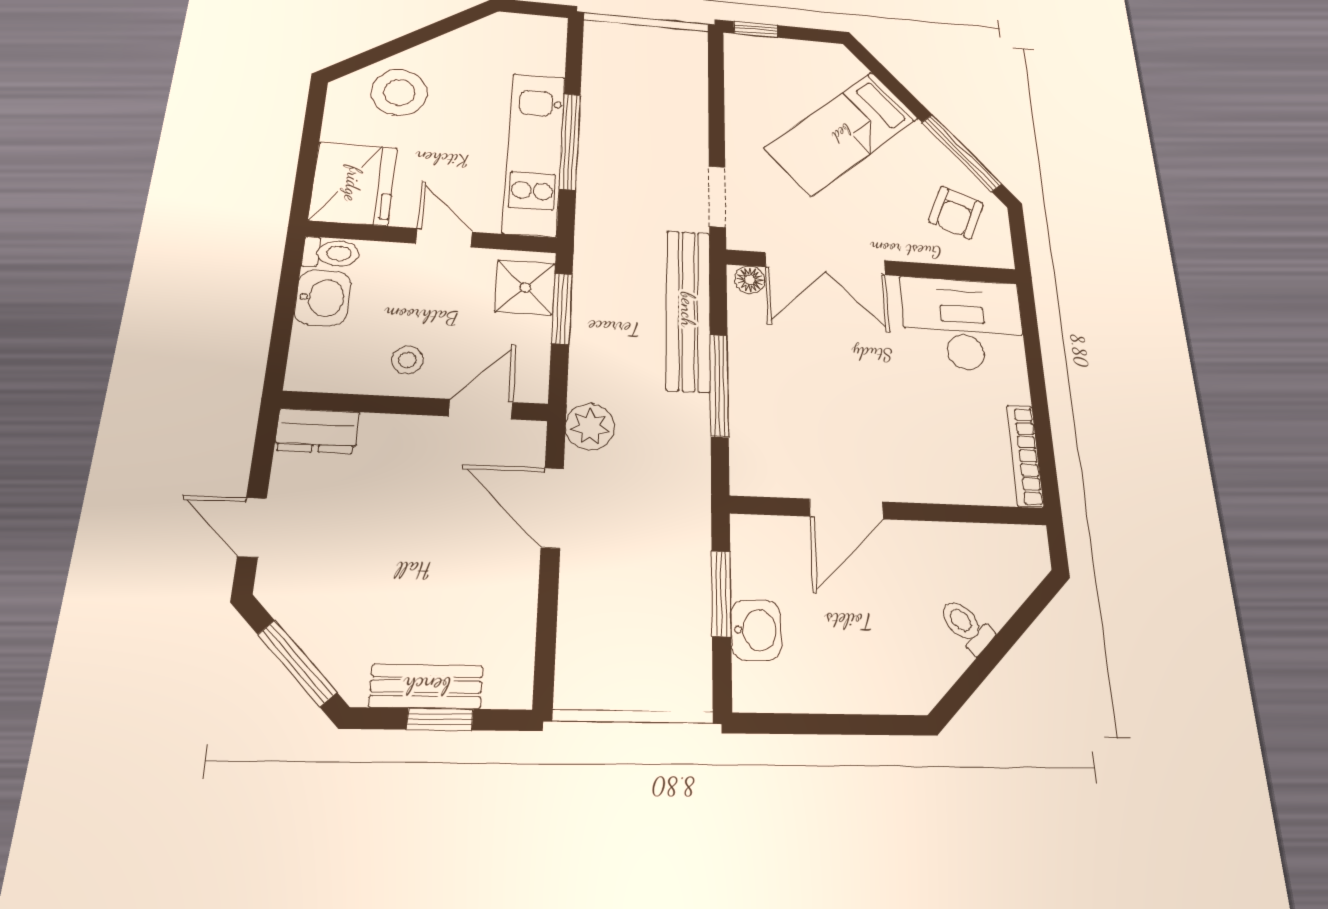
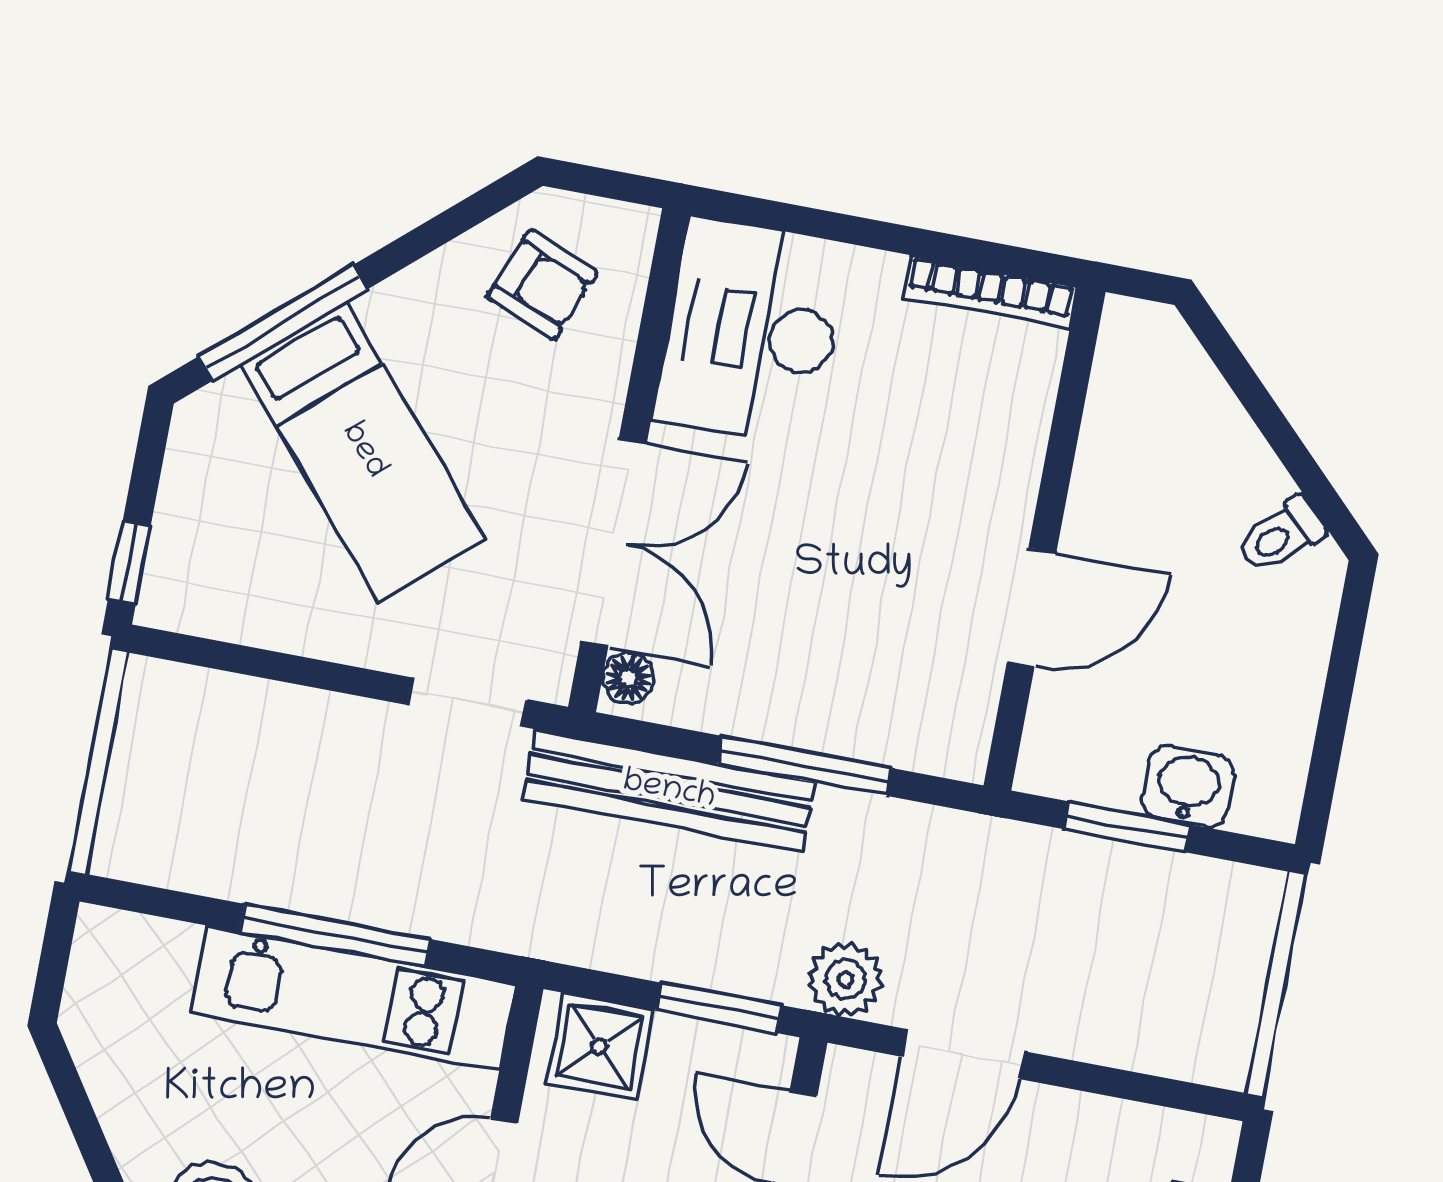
window: (962, 153) -> (283, 323), moved
window: (562, 308) -> (718, 1008), moved
door: (847, 509) -> (1031, 608), hinge flipped
toilet: (966, 626) -> (1282, 535), moved

